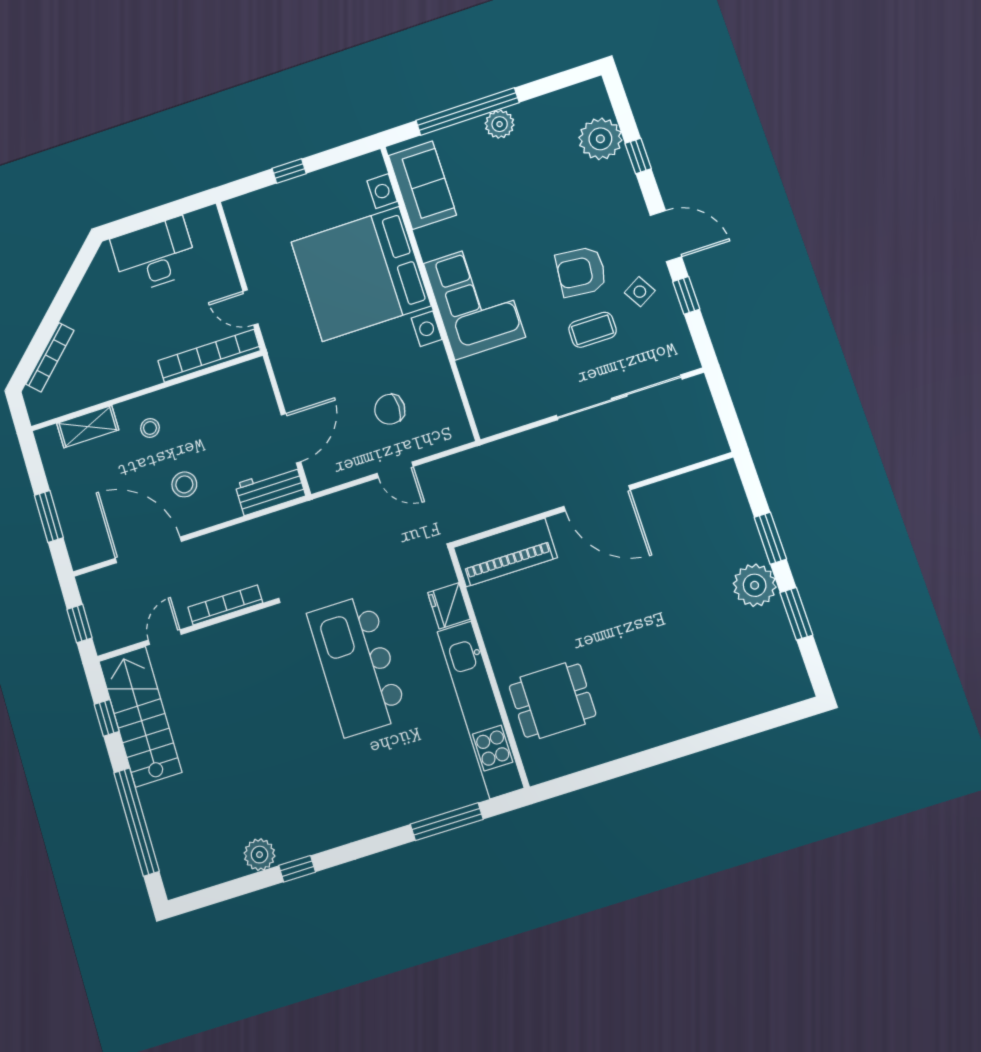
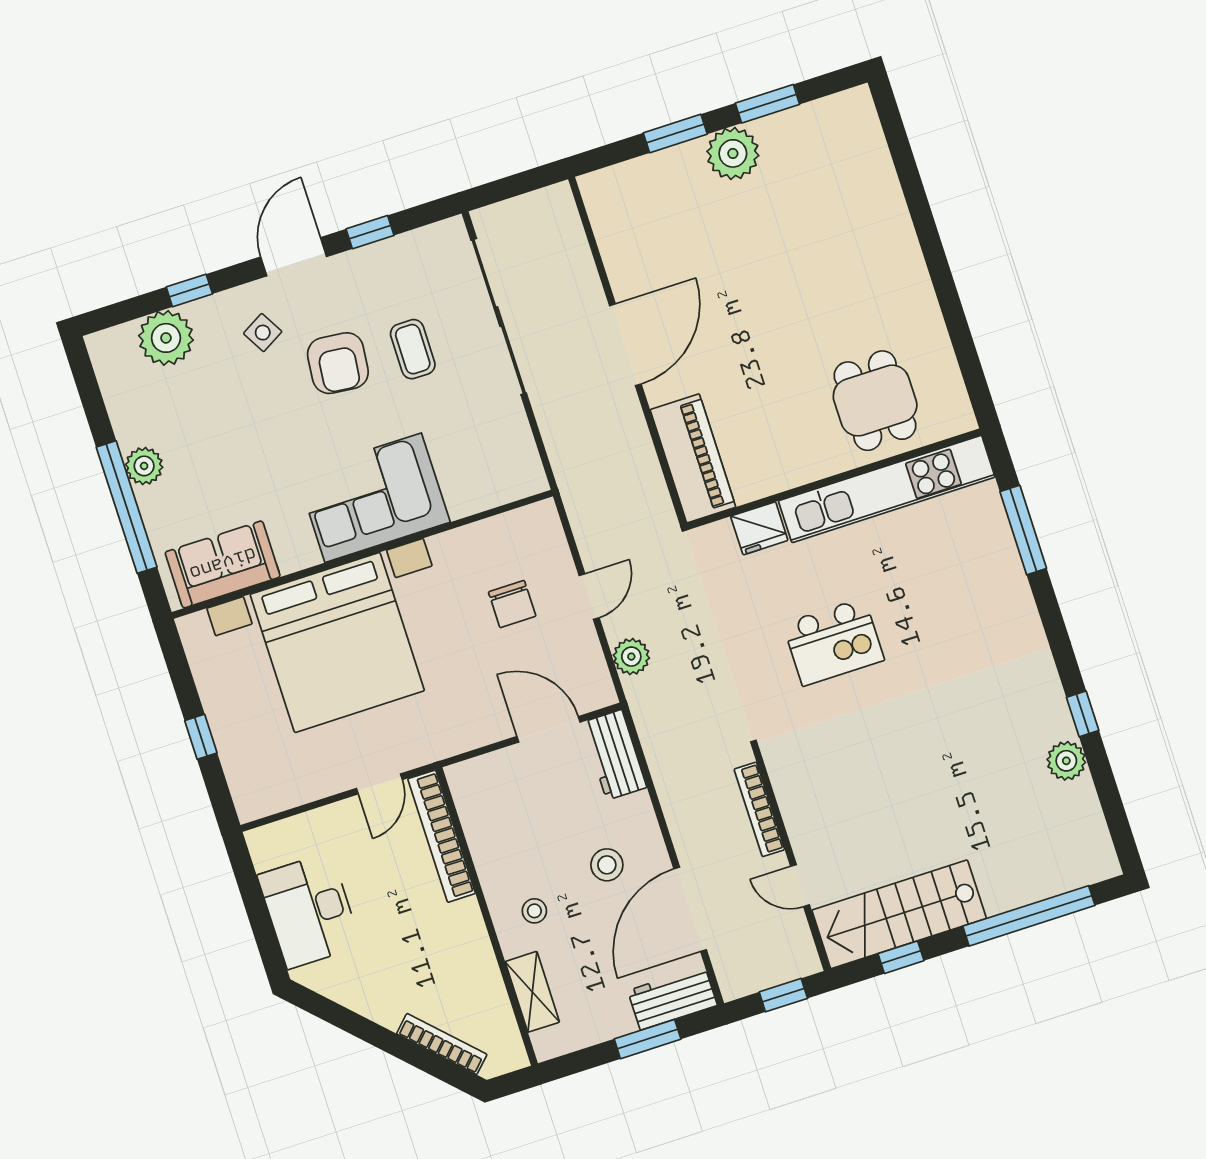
side table: (640, 292) -> (263, 333), moved
plant: (347, 503) -> (631, 657), added
workbench: (80, 536) -> (672, 998), added
kitchen island: (357, 665) -> (834, 642), width x0.54, depth x0.78

